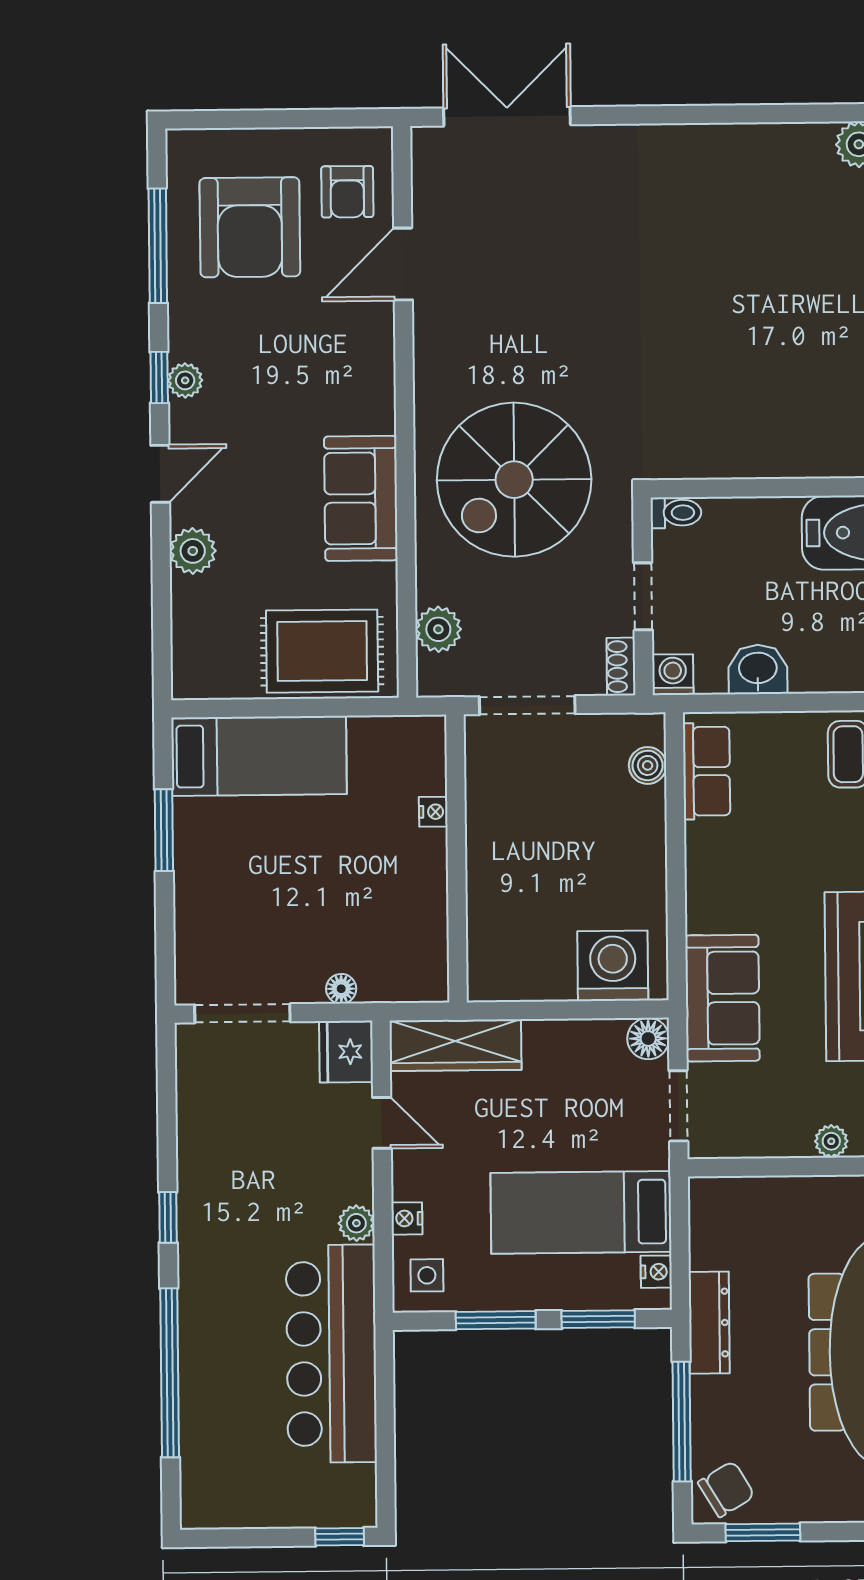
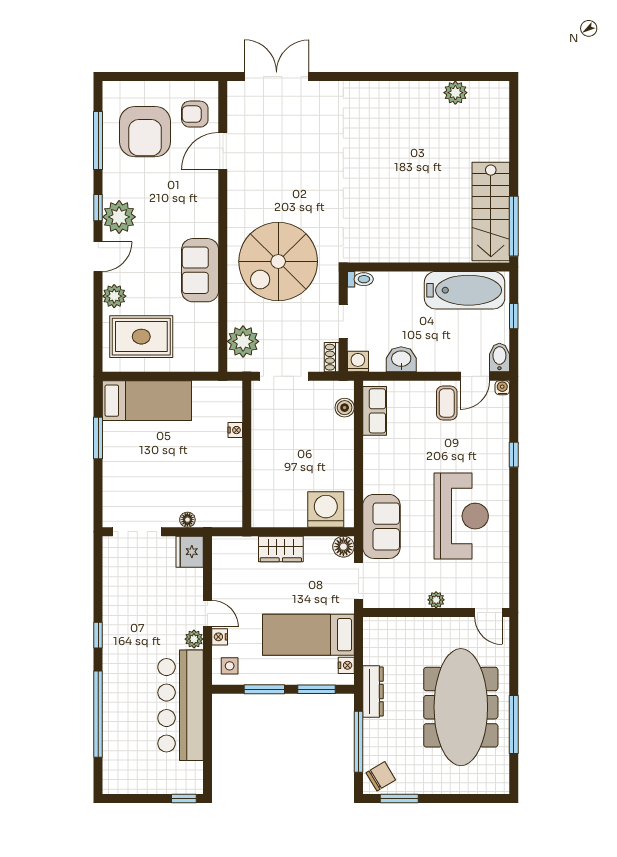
armchair: (347, 192) -> (195, 114), turned 90
plant: (185, 380) -> (119, 217), width x1.88, depth x1.88
plant: (438, 629) -> (243, 341), width x1.36, depth x1.36
rug: (322, 651) -> (141, 337), moved
wardrobe: (455, 1045) -> (281, 549), moved, width x0.67
door: (382, 1123) -> (207, 614), moved

